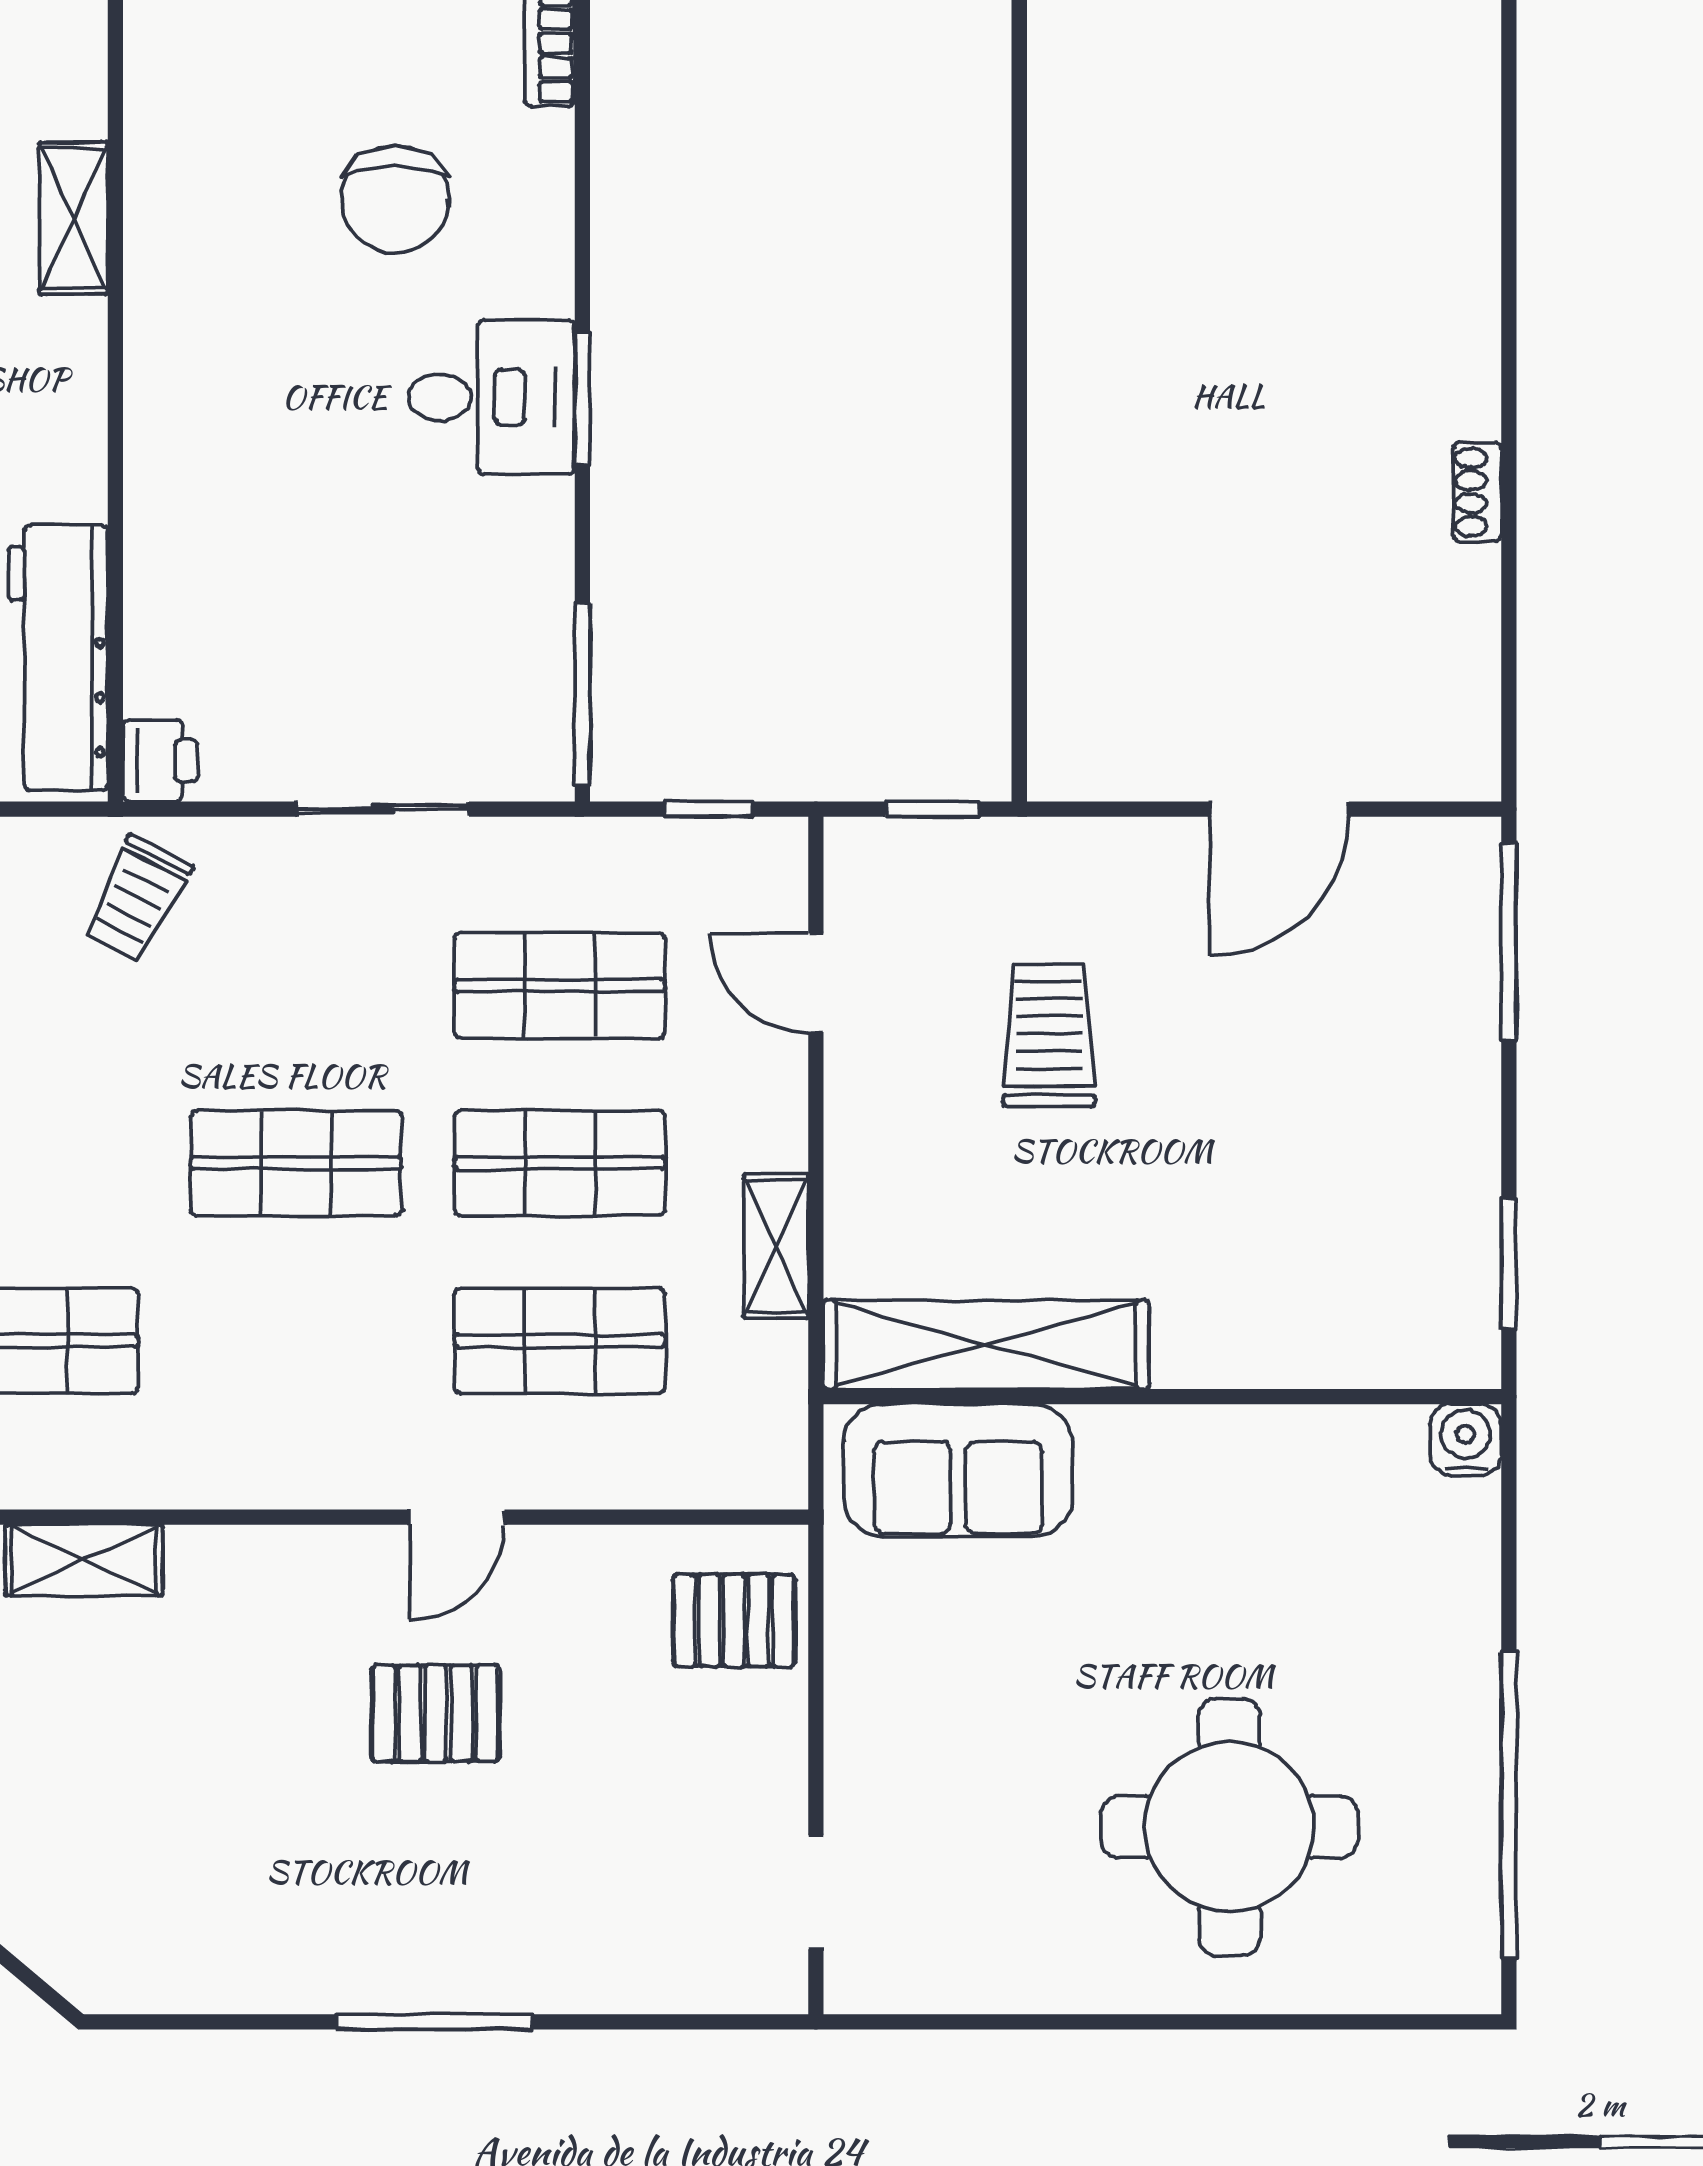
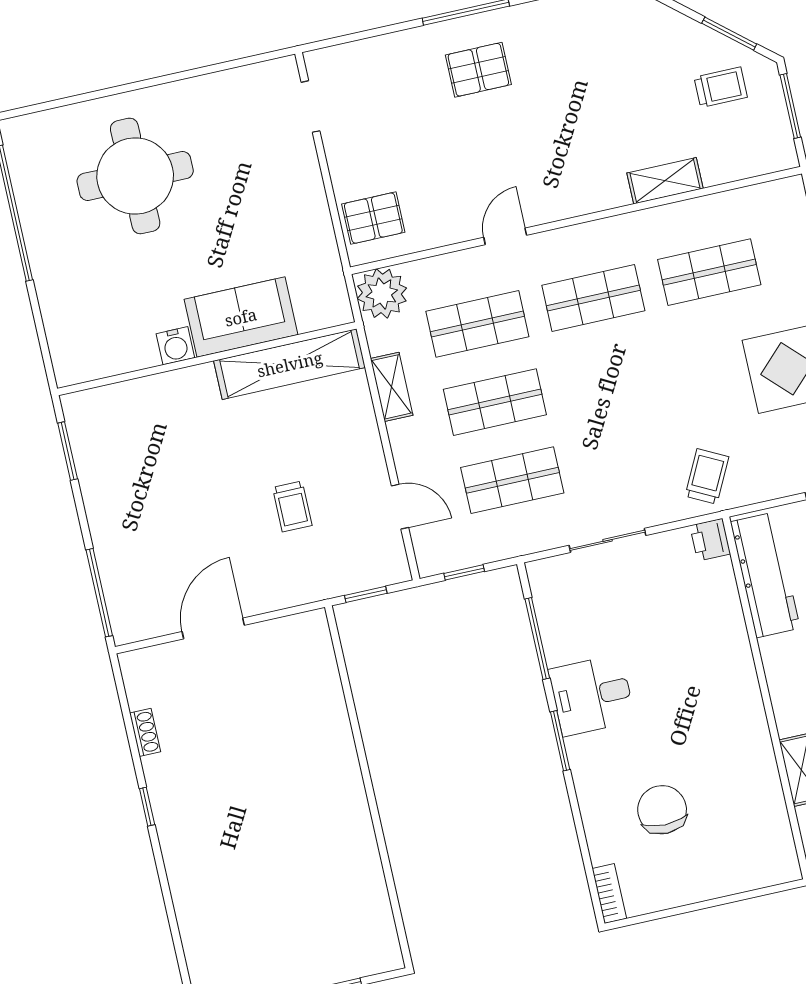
desk: (491, 397) -> (592, 695), moved
window: (1509, 455) -> (147, 807), added
shoe rack: (1477, 492) -> (145, 732), moved
window: (582, 695) -> (537, 639), moved
trolley: (1049, 1035) -> (292, 506), width x0.73, depth x0.72
shop shelf: (296, 1163) -> (593, 298), moved
water cooler: (1466, 1440) -> (175, 346), moved
plant: (752, 1453) -> (382, 293), added
sofa: (958, 1470) -> (241, 317), moved
pallet: (436, 1713) -> (478, 70), moved

